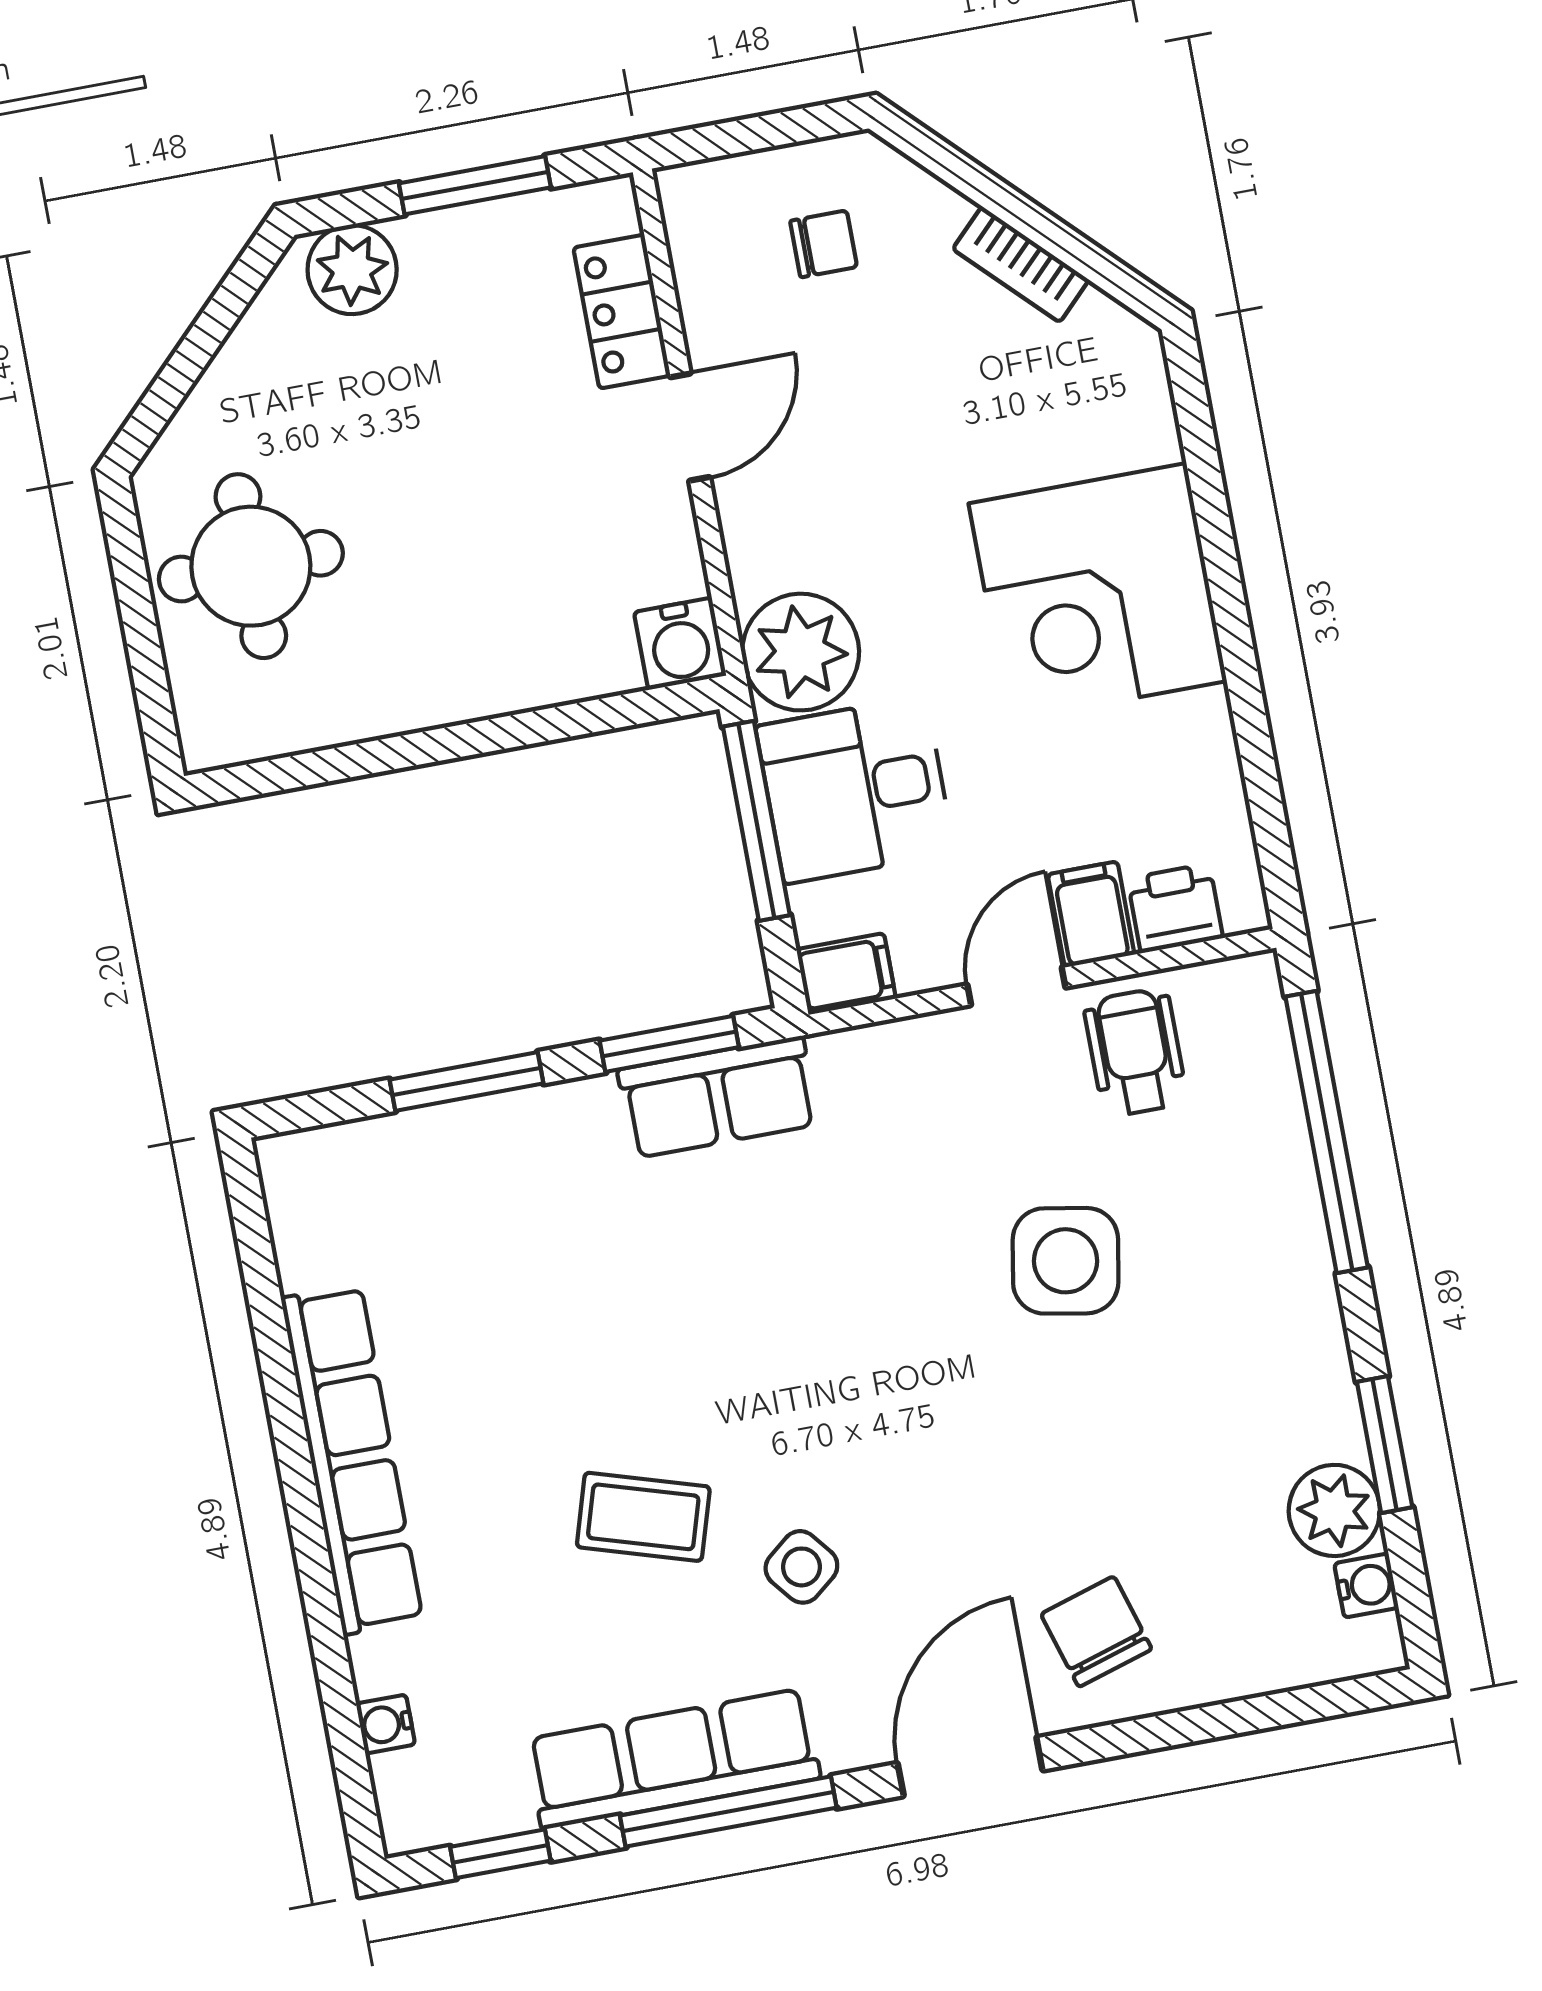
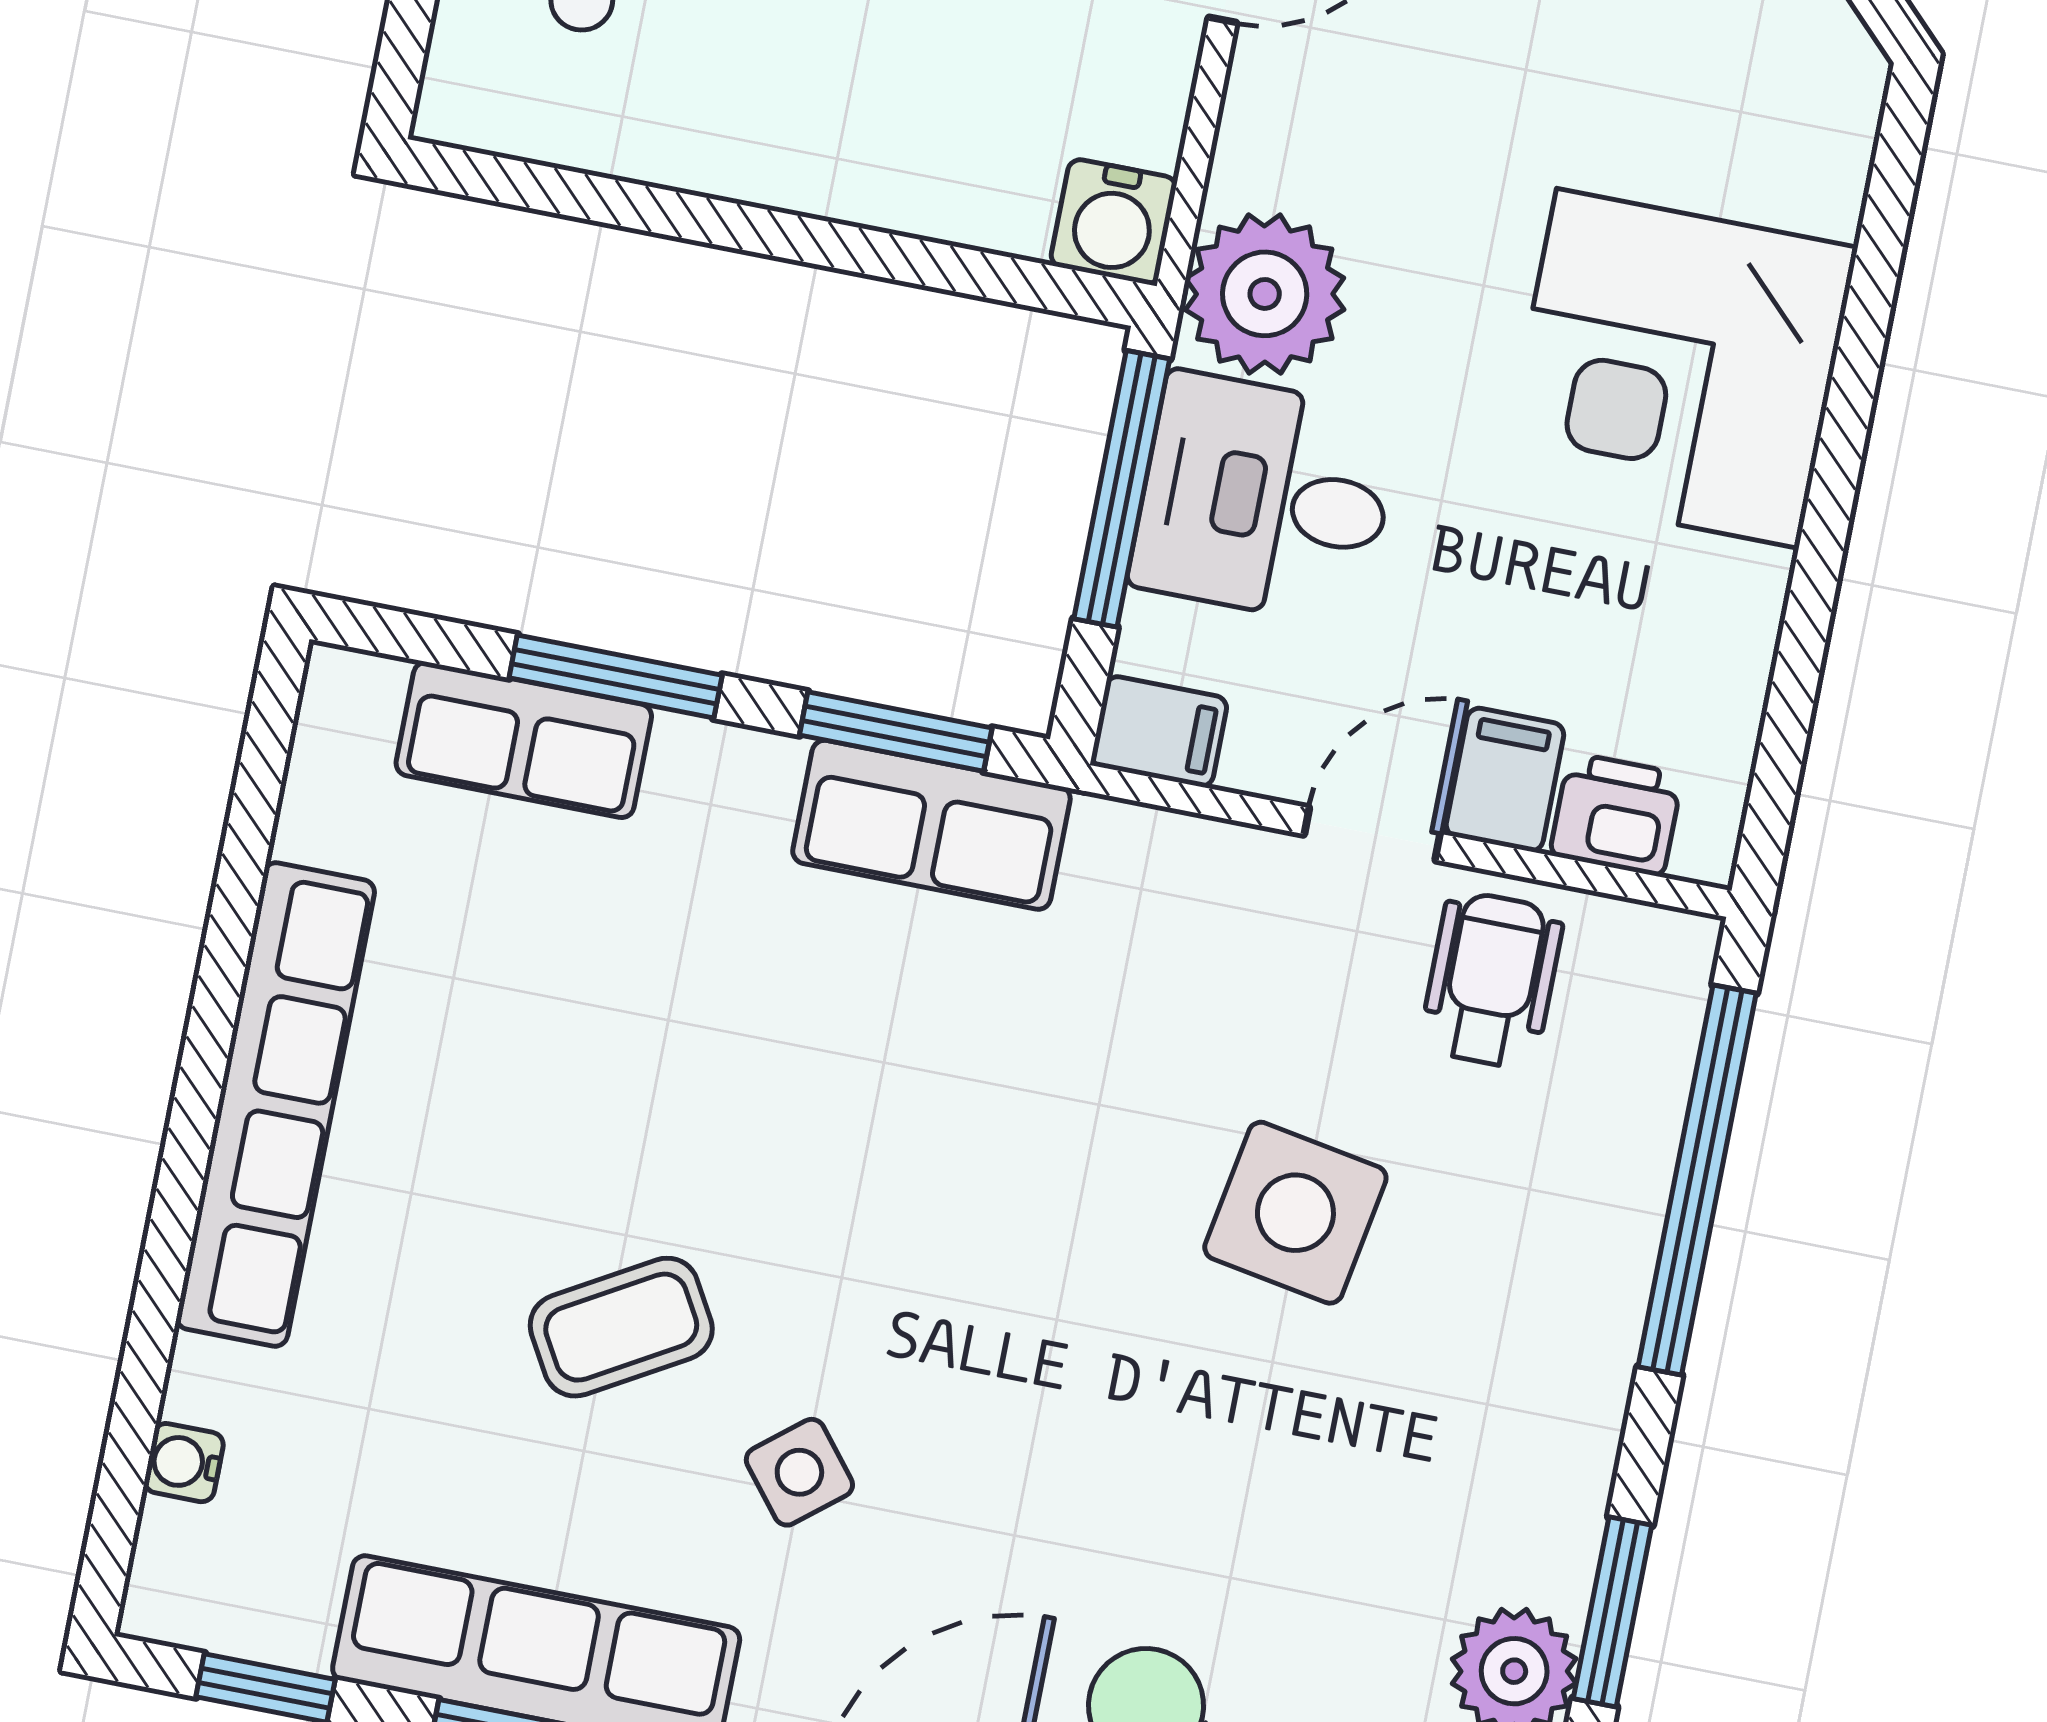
row of seats: (422, 1148) -> (524, 740), added
coffee table: (643, 1517) -> (621, 1327), turned -47

